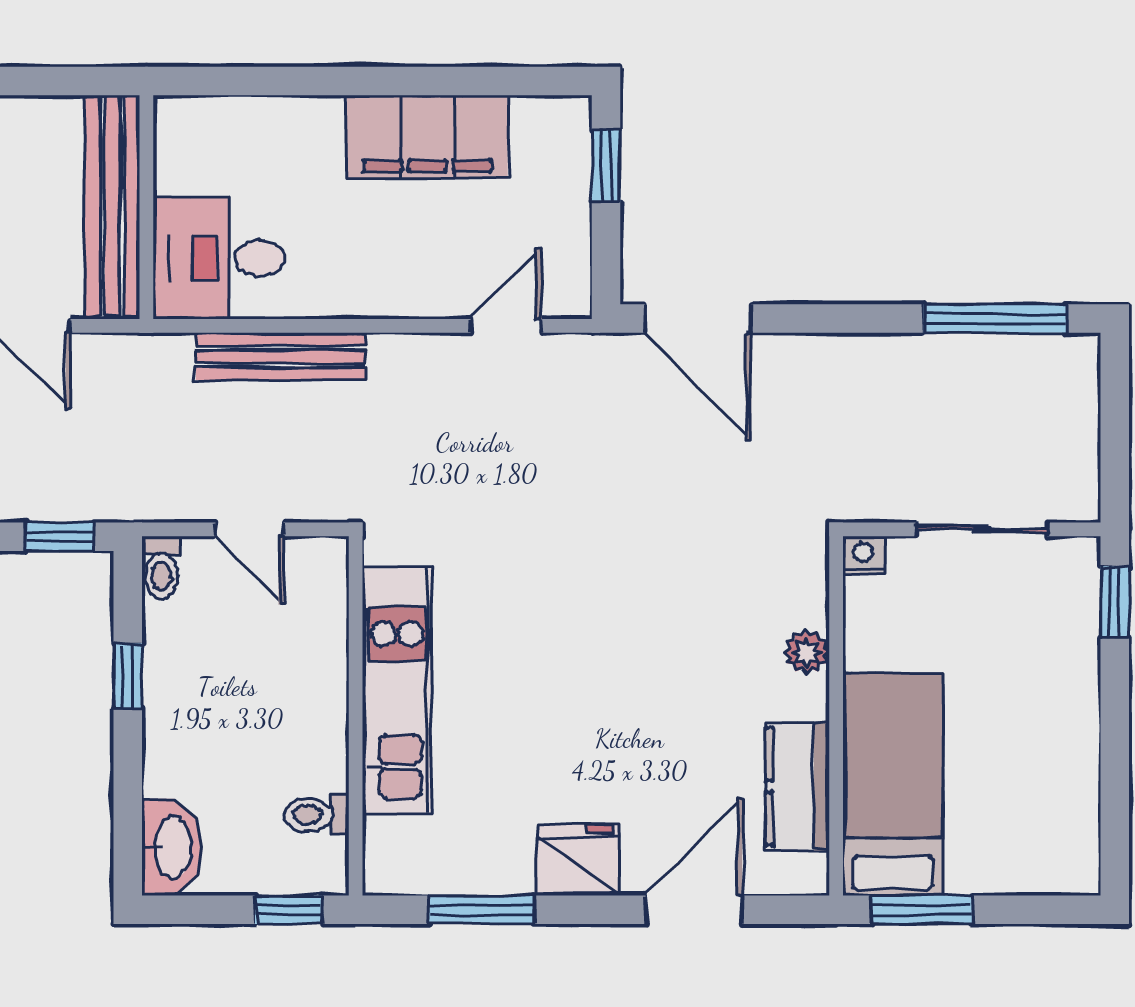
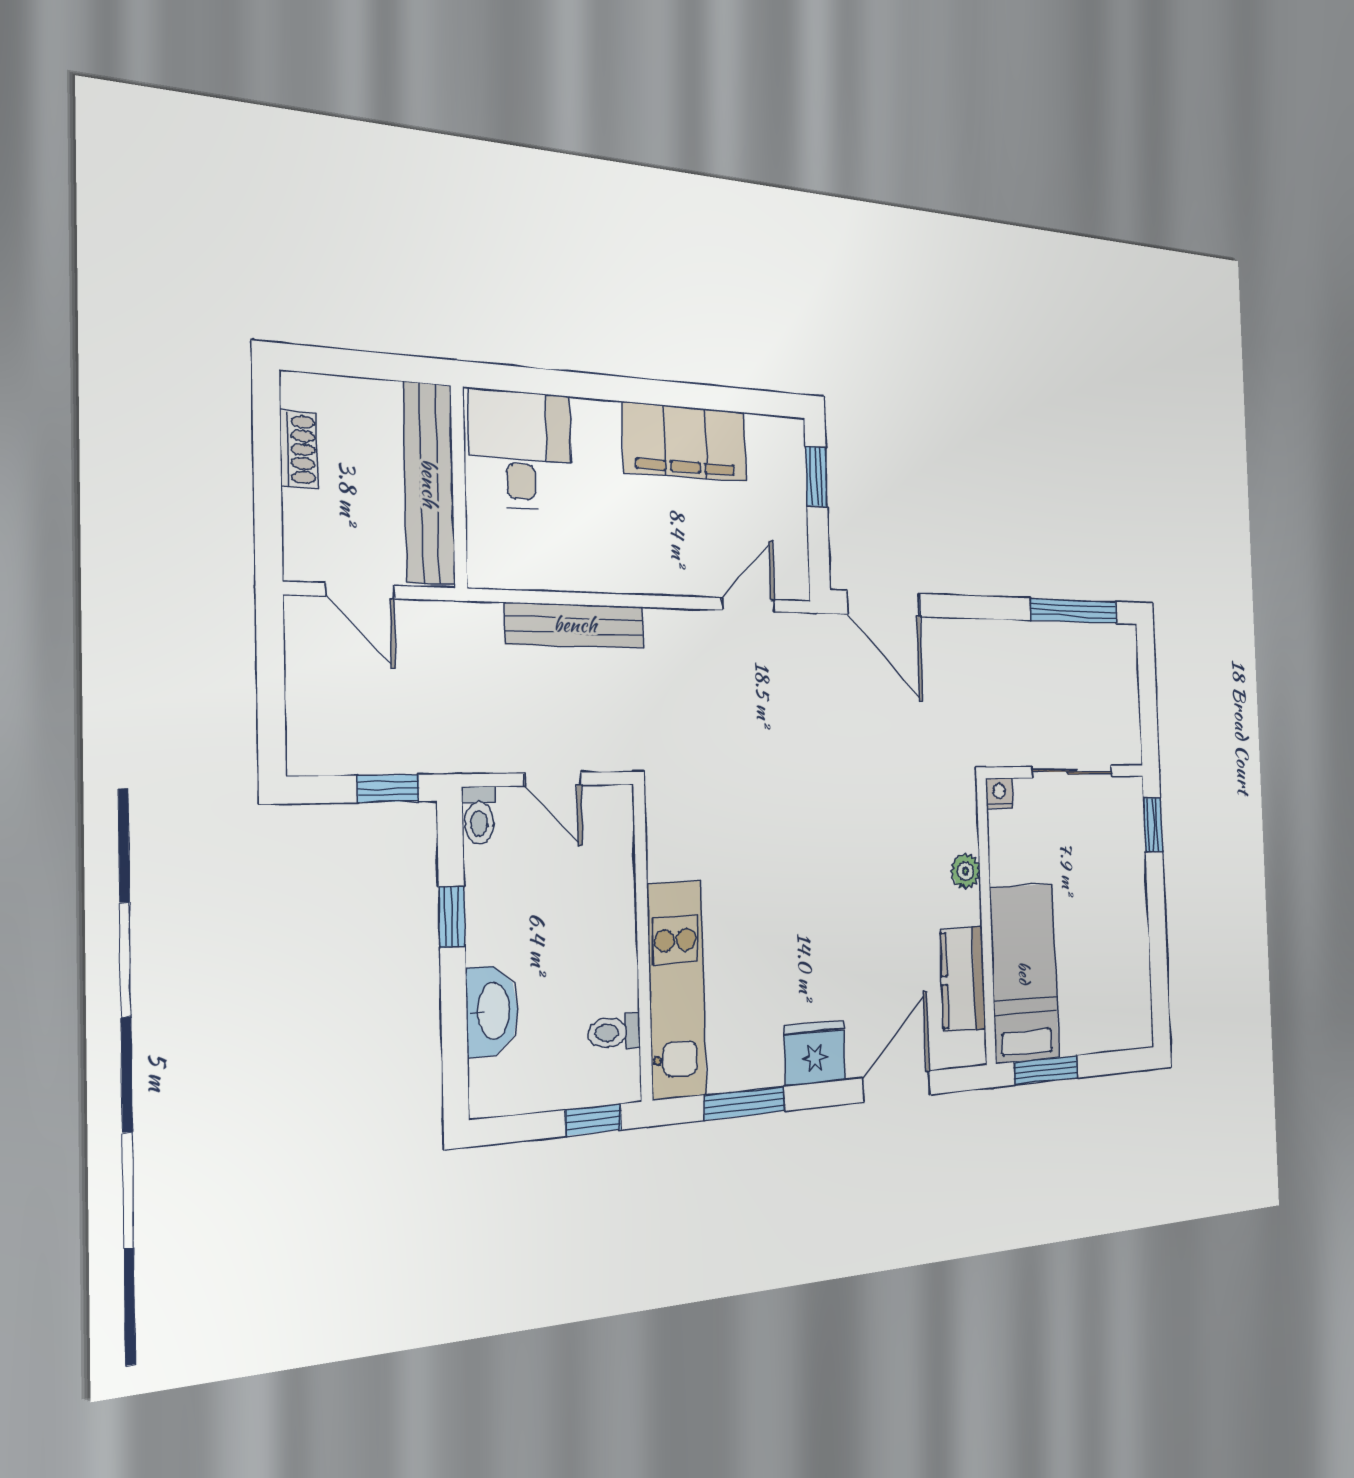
desk: (219, 258) -> (521, 450), moved, turned 90
kitchen unit: (397, 690) -> (677, 990), moved
washbasin: (171, 847) -> (492, 1011), moved

